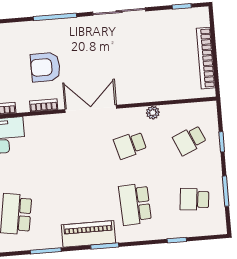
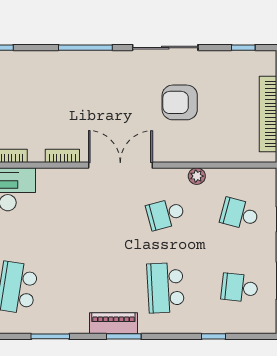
armchair: (45, 67) -> (180, 102), moved
school desk: (190, 140) -> (240, 214), turned 39
piano: (88, 234) -> (113, 323), width x0.73, depth x0.75

